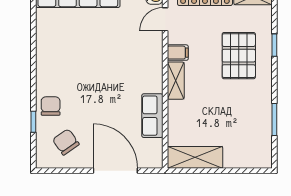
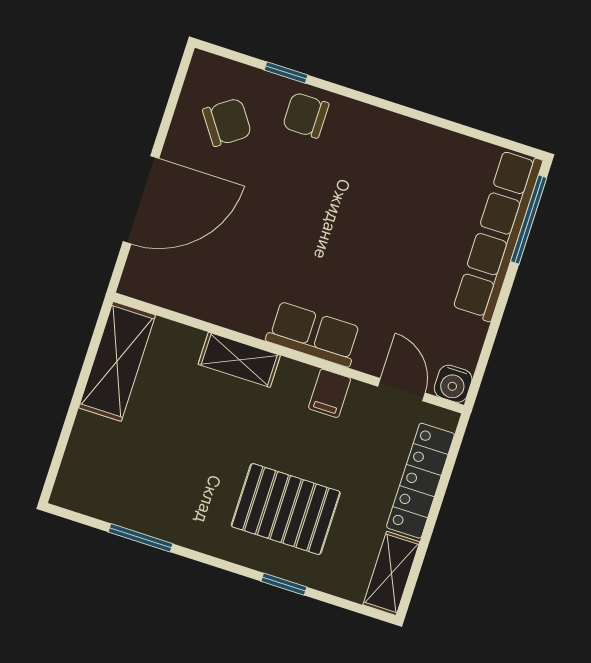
shelving: (176, 81) -> (239, 360), moved
chair: (51, 106) -> (306, 115), turned 180
row of seats: (152, 116) -> (314, 334), moved

